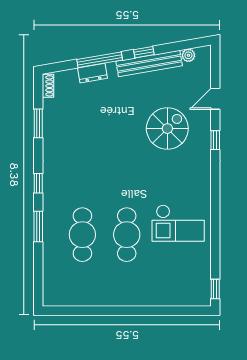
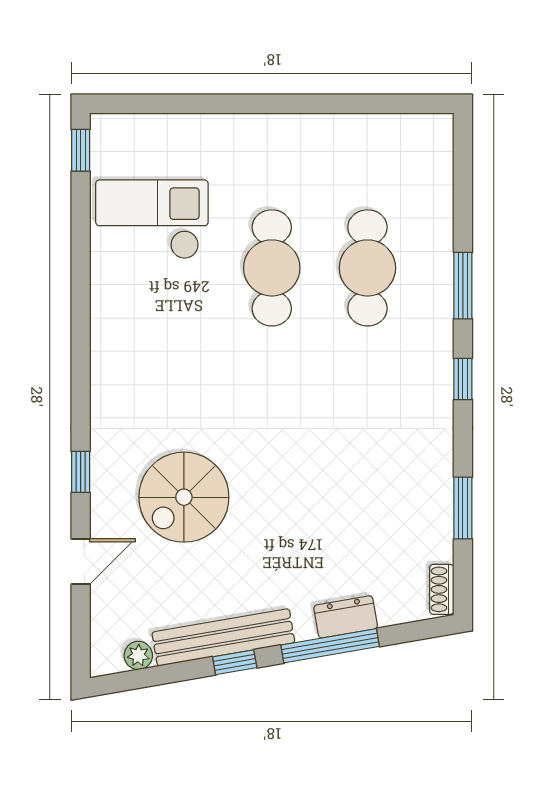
checkout: (178, 223) -> (152, 219), moved

